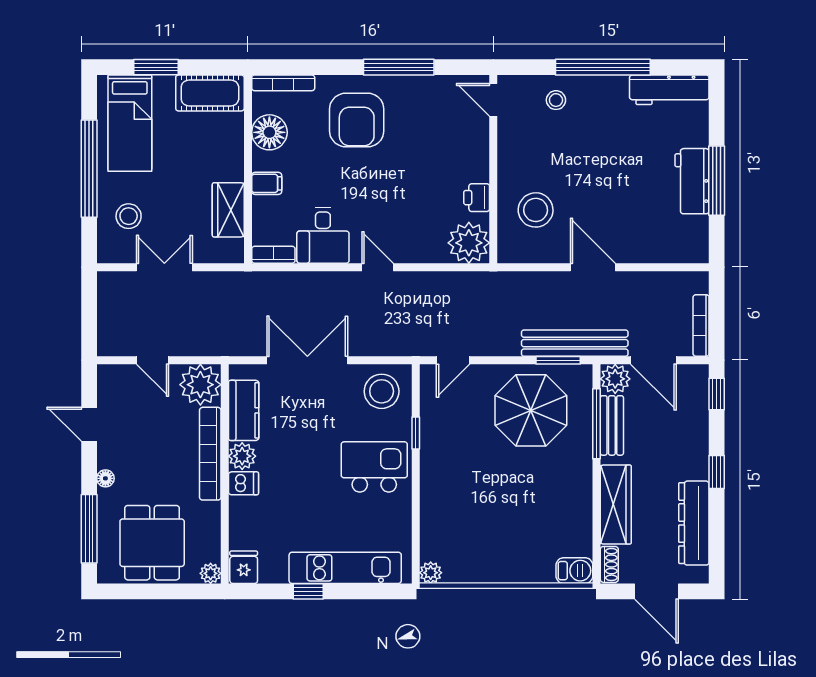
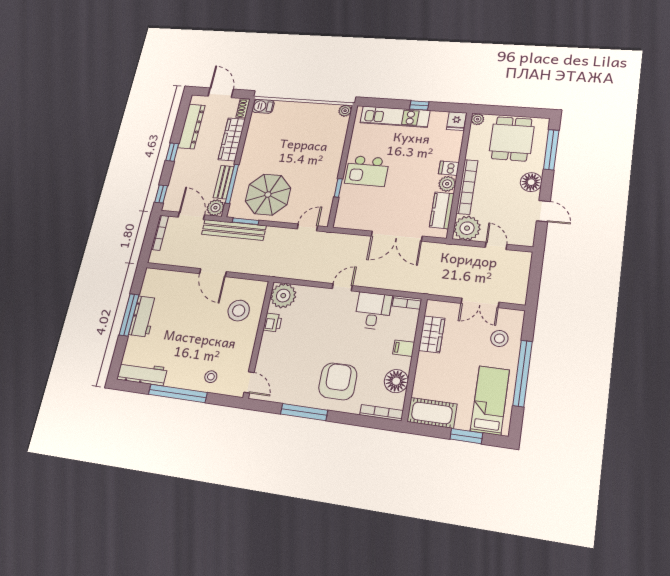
door: (378, 267) -> (342, 287), swing flipped
stool: (382, 391) -> (354, 214), removed
floor lamp: (105, 478) -> (531, 182), width x1.89, depth x1.89

